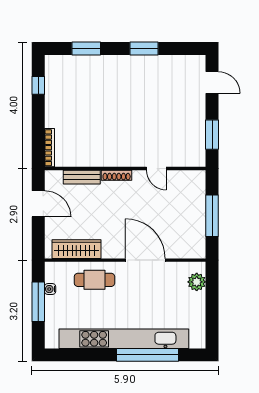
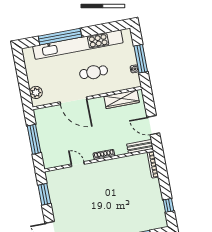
bench: (82, 177) -> (140, 146), moved
cafe table: (94, 280) -> (94, 72), moved

